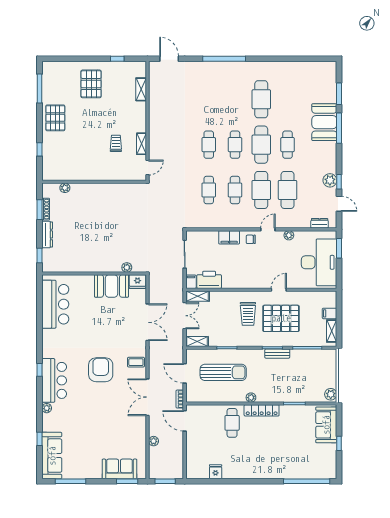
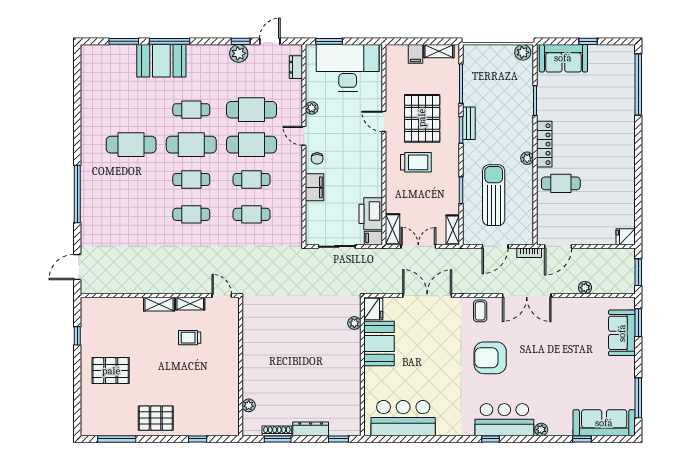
shelving: (141, 89) -> (159, 304), moved
fridge: (216, 472) -> (626, 237), moved

